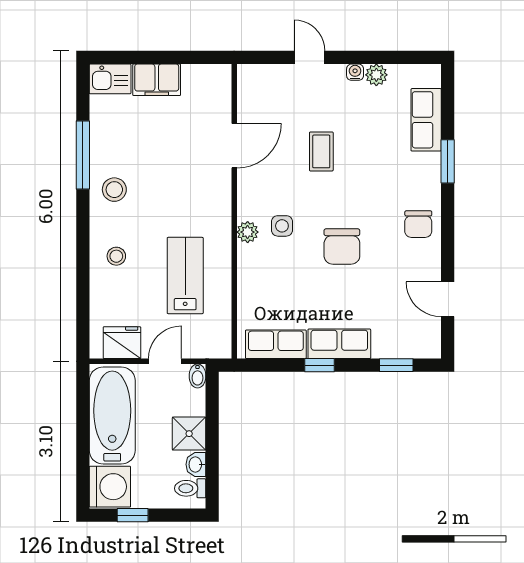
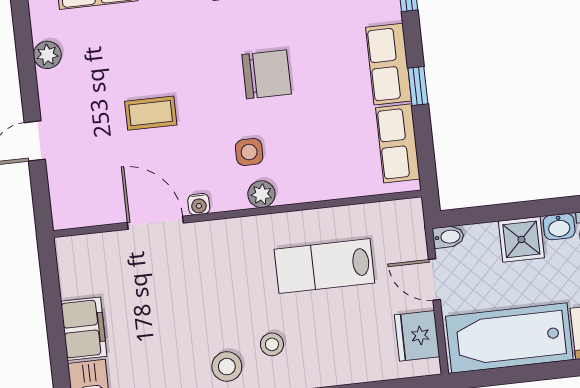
water cooler: (355, 72) -> (199, 204), moved, turned -90
stool: (116, 256) -> (272, 344), moved

